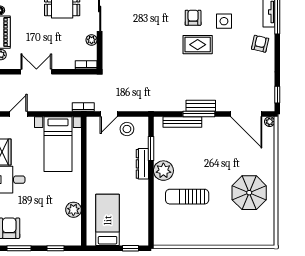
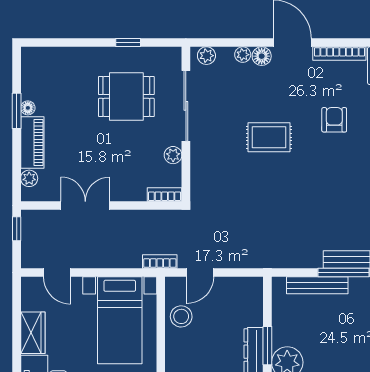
rug: (198, 45) -> (269, 137), moved
door: (18, 114) -> (57, 272), swing flipped
stool: (127, 129) -> (181, 316), moved
window: (151, 149) -> (267, 346), moved

